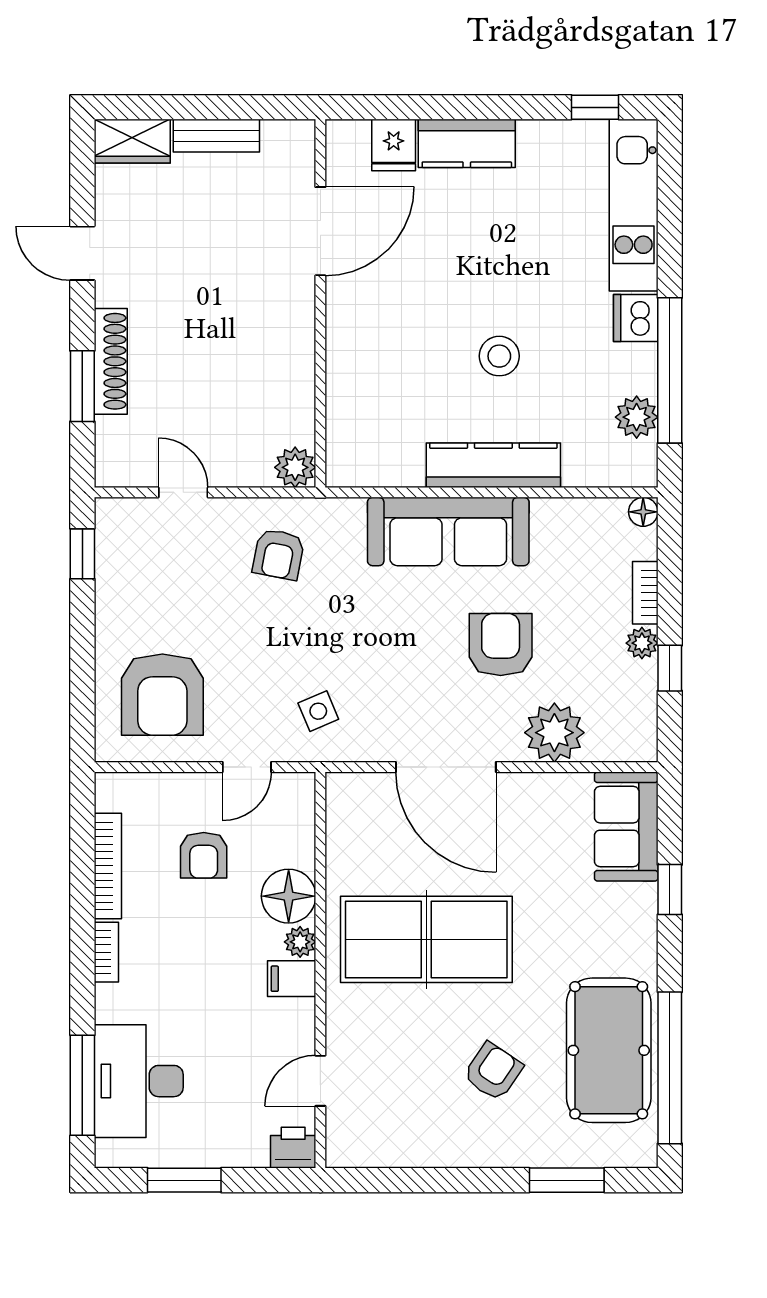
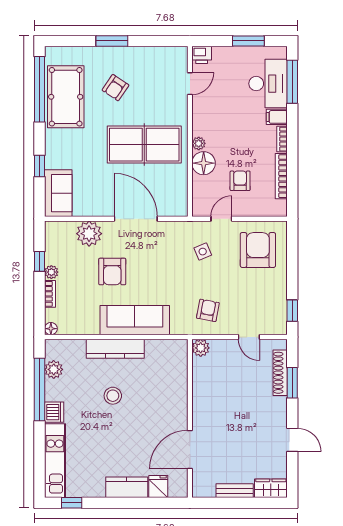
shoe rack: (111, 361) -> (280, 373), moved
side table: (318, 711) -> (203, 252), moved
filing cabinet: (292, 979) -> (277, 117), moved, turned 180
window: (567, 1180) -> (112, 41), moved

